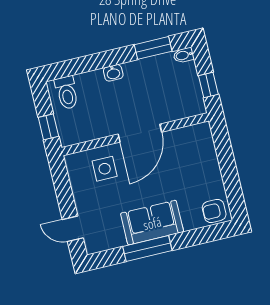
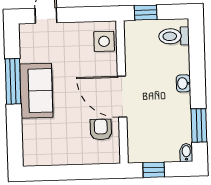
side table: (105, 169) -> (104, 41), moved
armchair: (214, 211) -> (101, 129), moved

